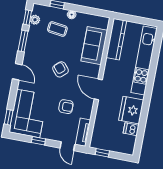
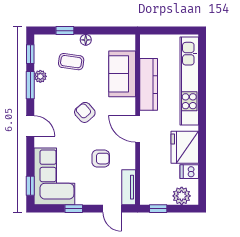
plant: (35, 20) -> (40, 76), moved
kitchen counter: (116, 39) -> (149, 84), moved
plant: (122, 146) -> (182, 196), added

